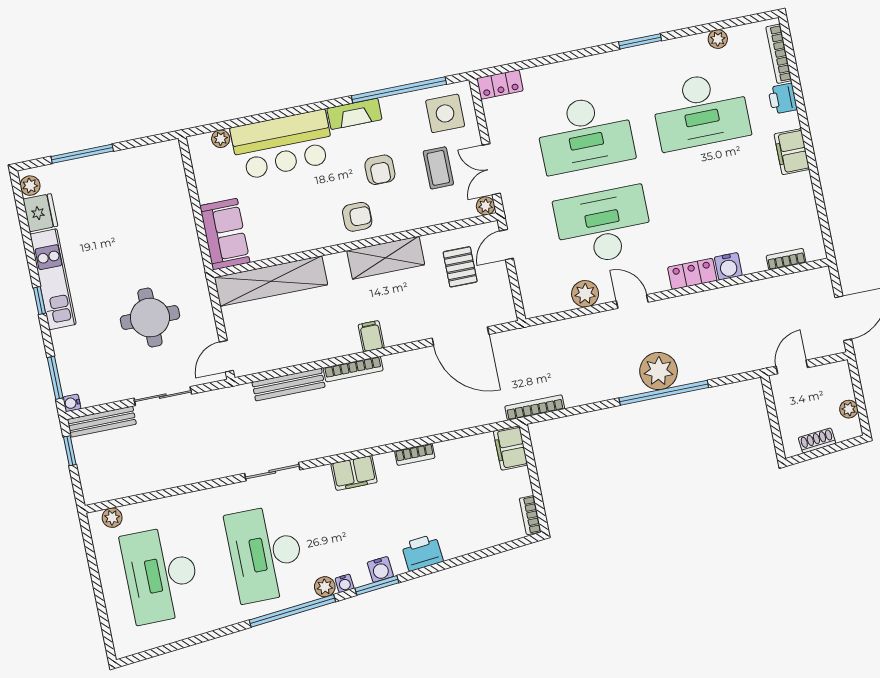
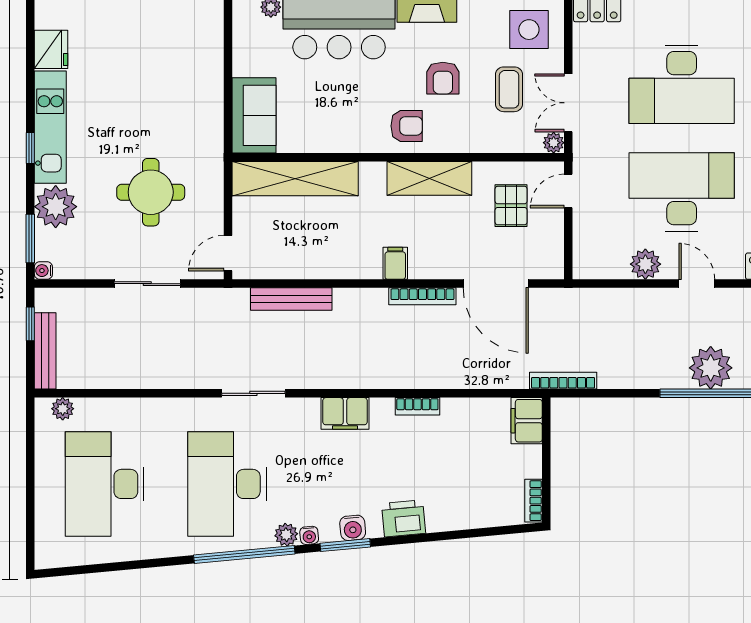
plant: (30, 186) -> (56, 207), moved, width x1.88, depth x1.88
bookcase: (353, 369) -> (422, 296), moved
bench: (102, 422) -> (45, 351), moved, turned 90

